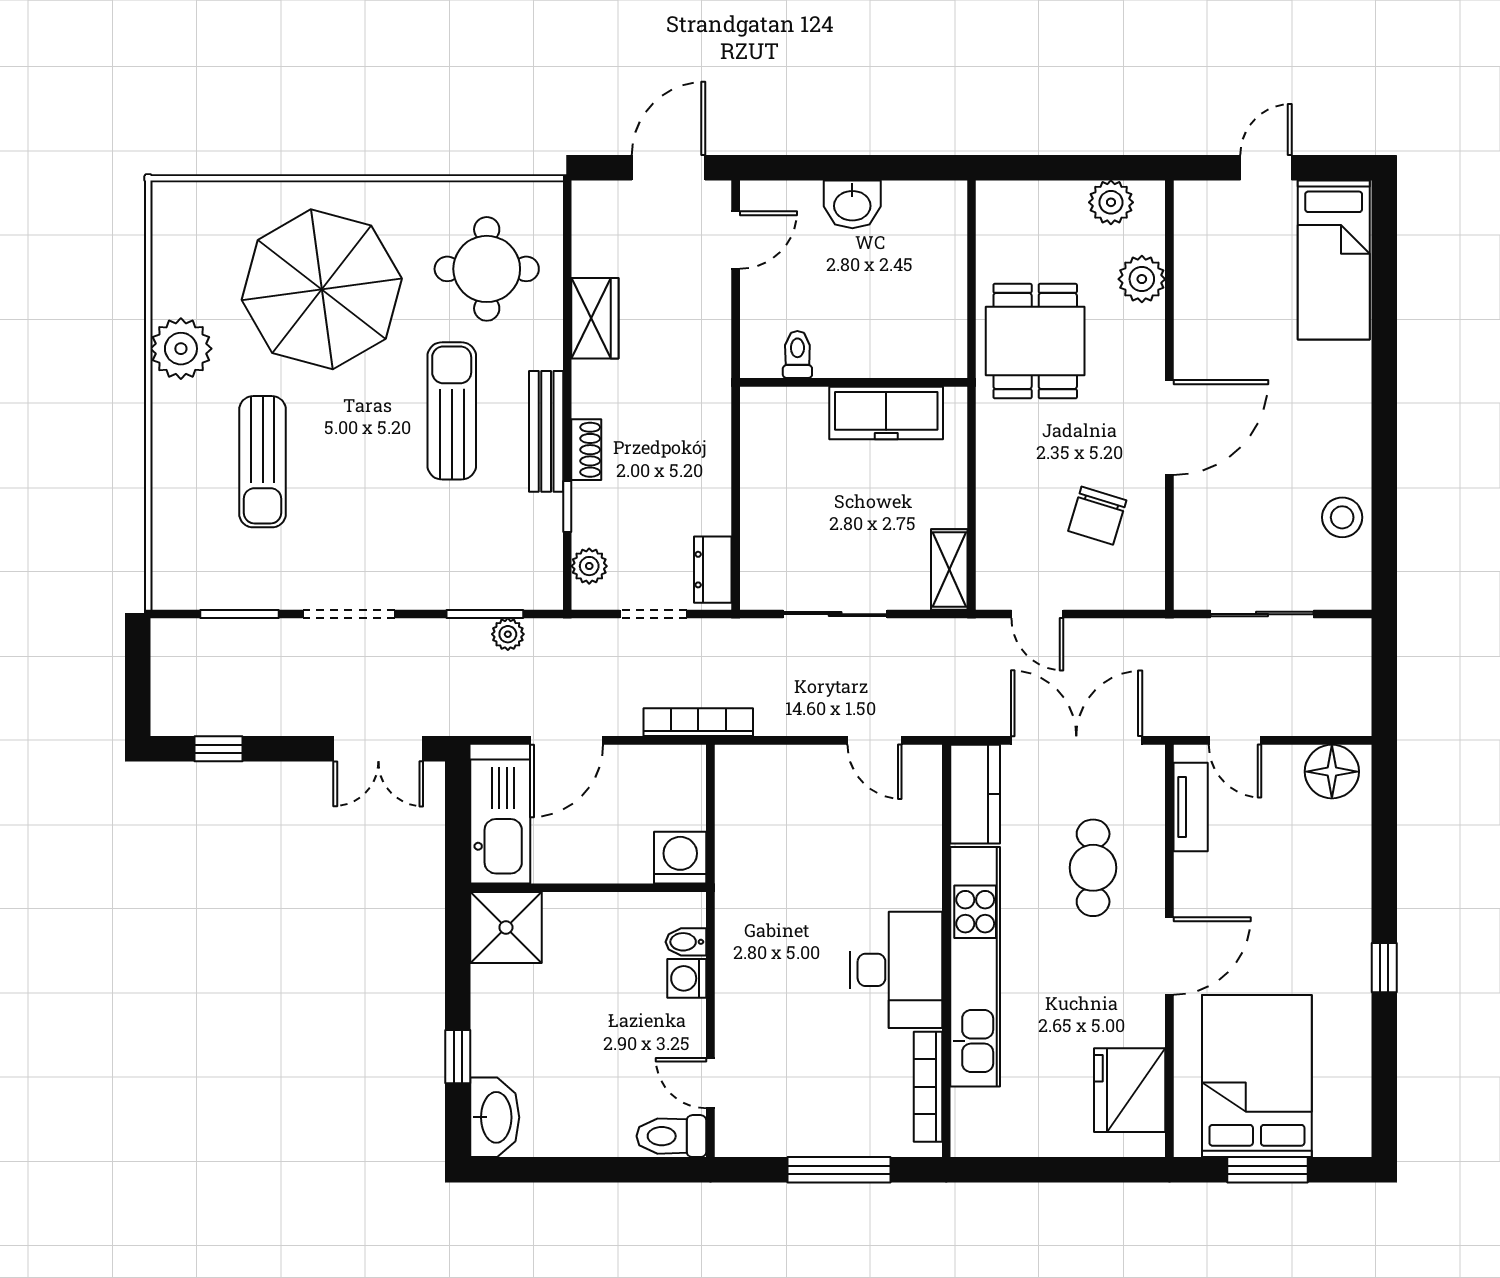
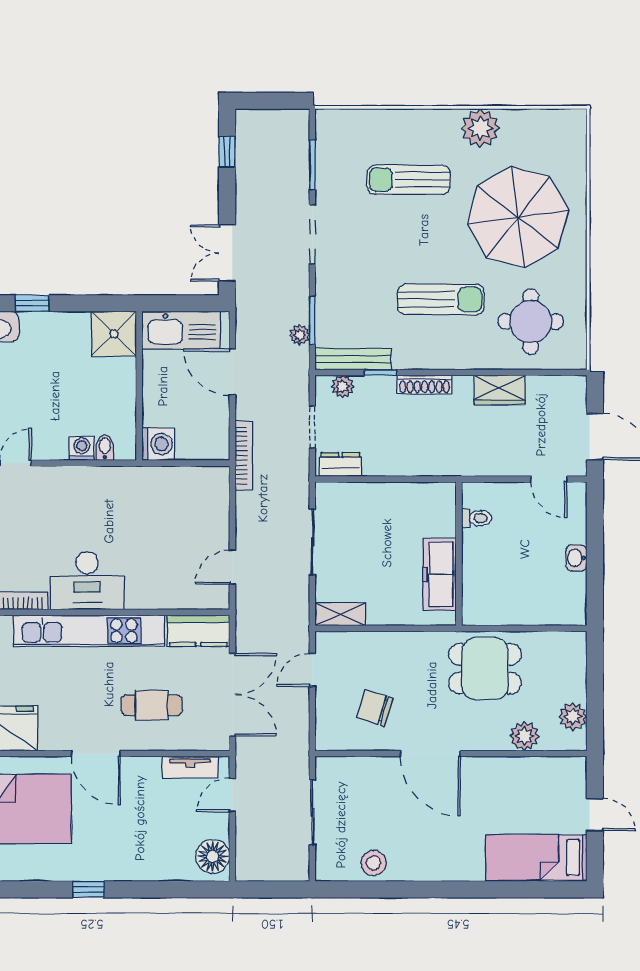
washbasin: (852, 204) -> (576, 558), width x0.72, depth x0.69
bench: (546, 431) -> (353, 359), moved
shoe rack: (586, 450) -> (425, 385), width x1.43

